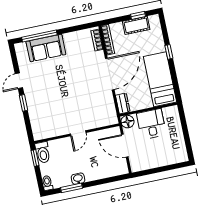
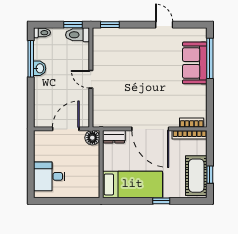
cot: (136, 25) -> (196, 176), width x1.37, depth x1.34
window: (23, 103) -> (110, 25), moved
desk: (151, 124) -> (49, 176), moved, turned 180
window: (71, 188) -> (31, 59), width x1.44

